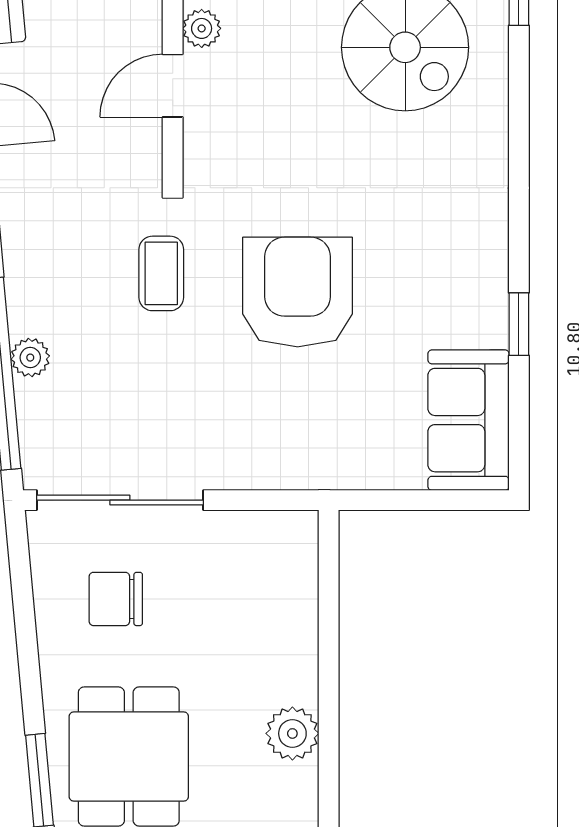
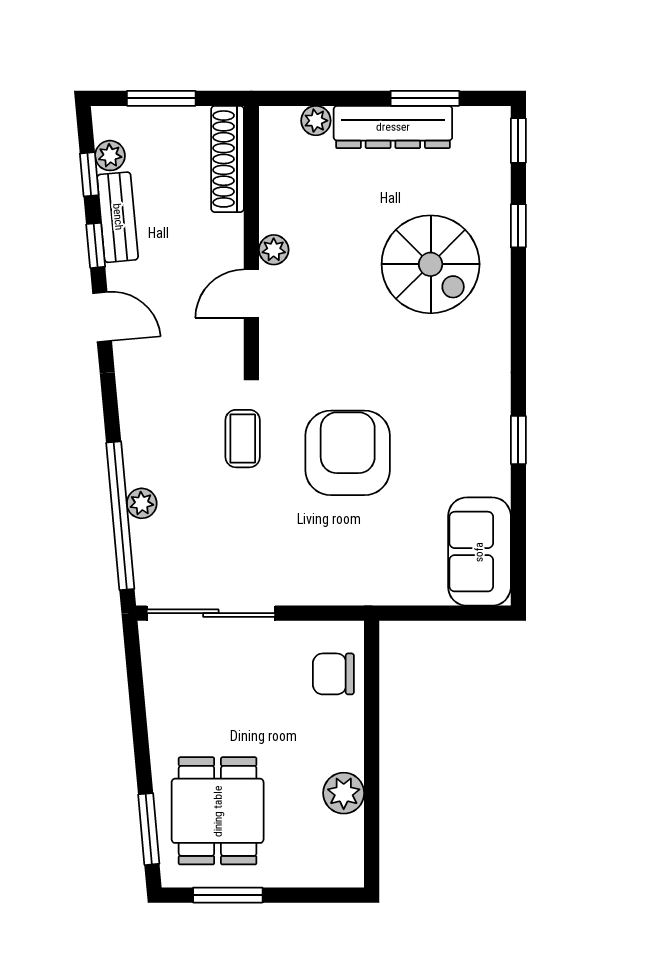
window: (519, 324) -> (518, 440), moved
chair: (116, 599) -> (333, 674), moved

